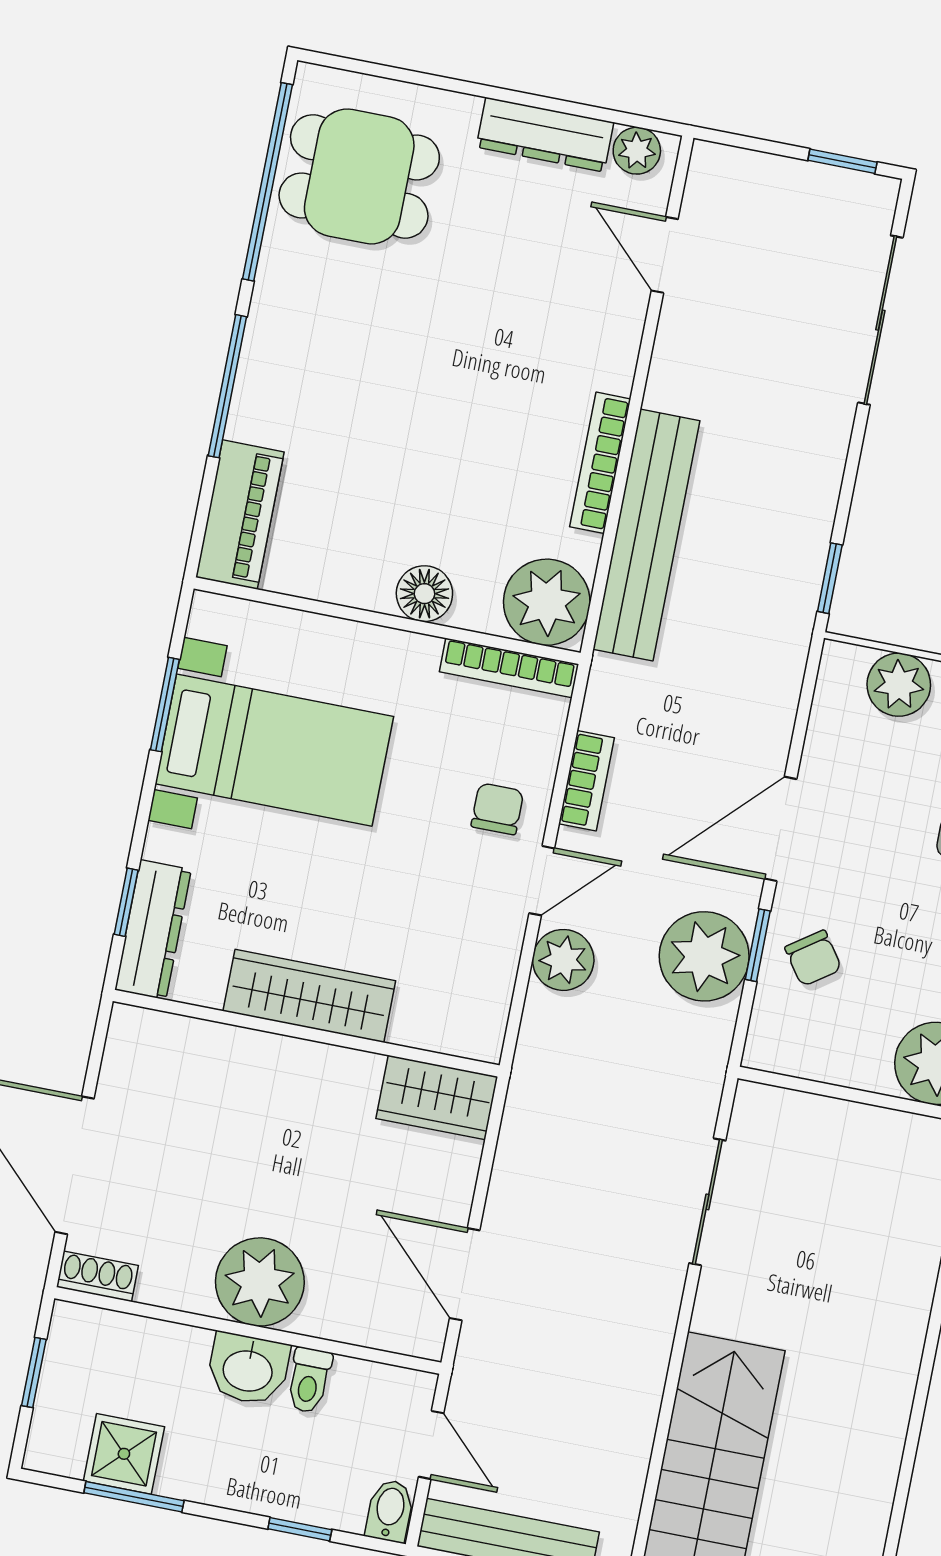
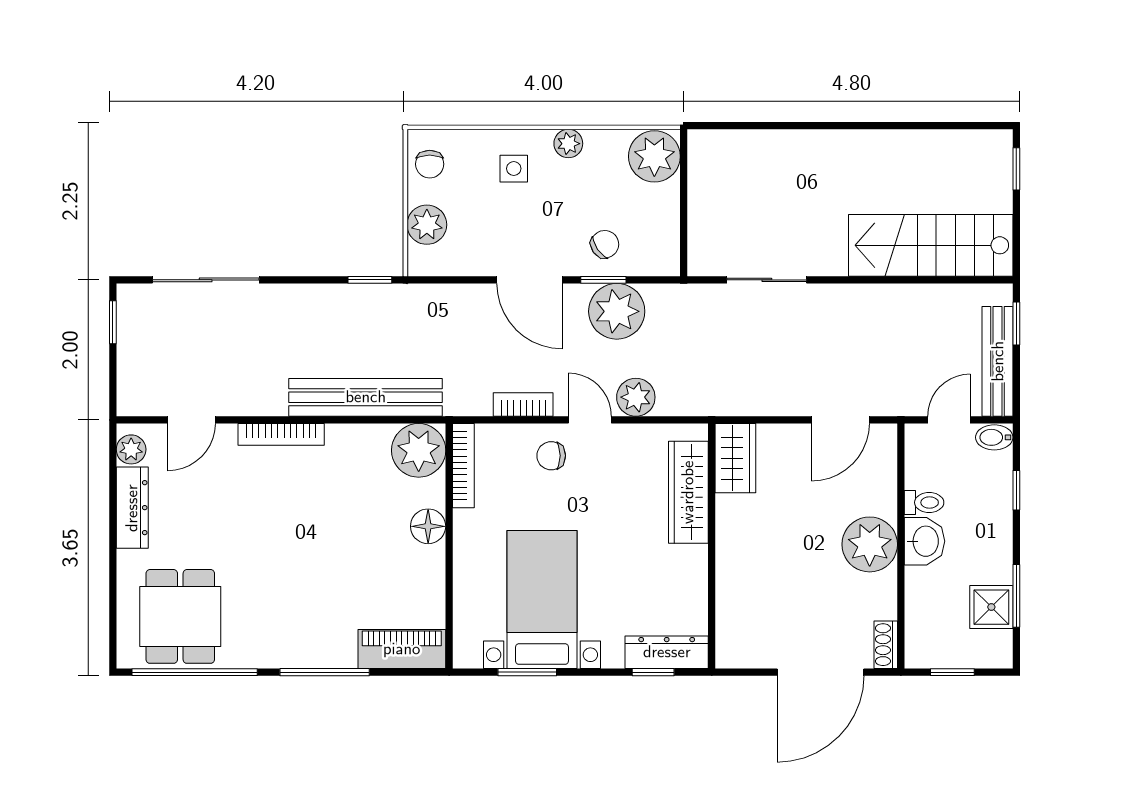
bookcase: (600, 463) -> (281, 434), moved
wardrobe: (309, 996) -> (688, 492), moved

